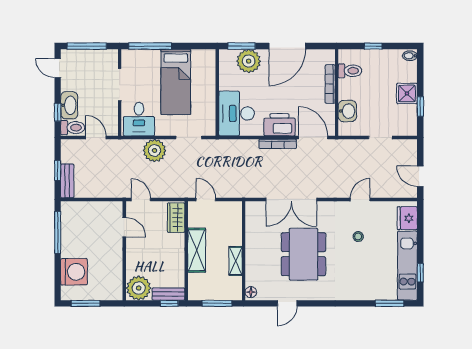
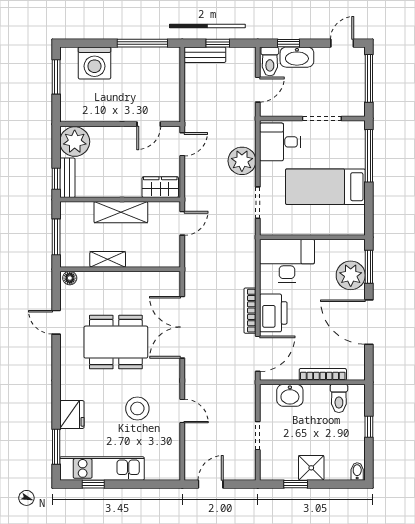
fridge: (407, 218) -> (72, 415), moved, turned 90
stool: (358, 237) -> (137, 408), width x1.89, depth x1.89

